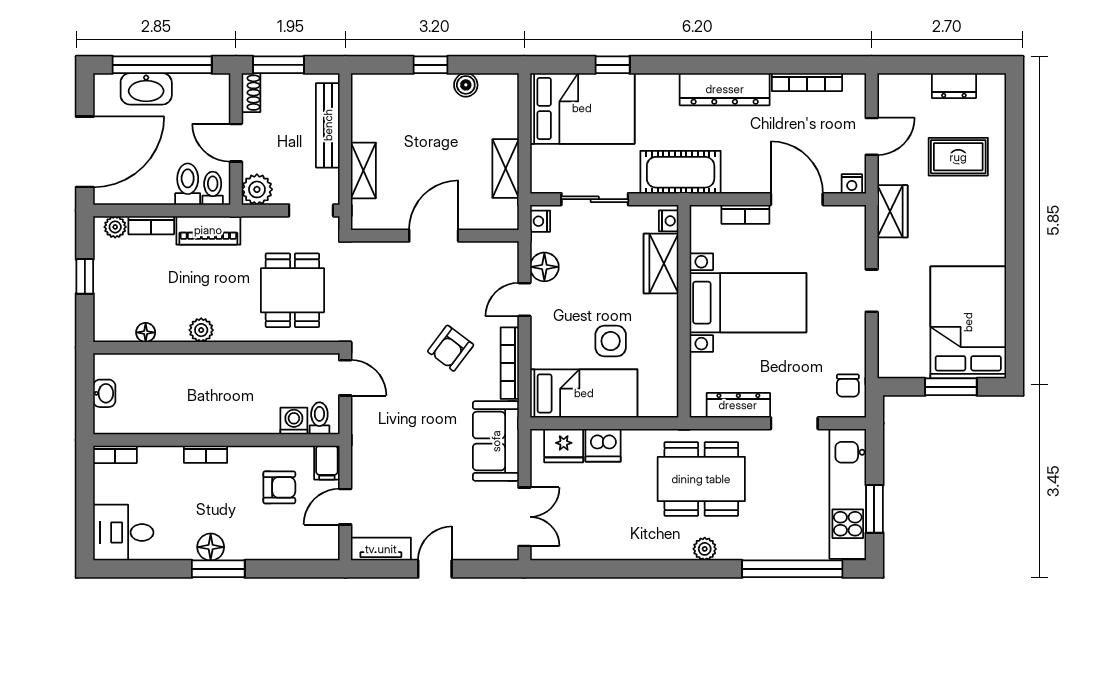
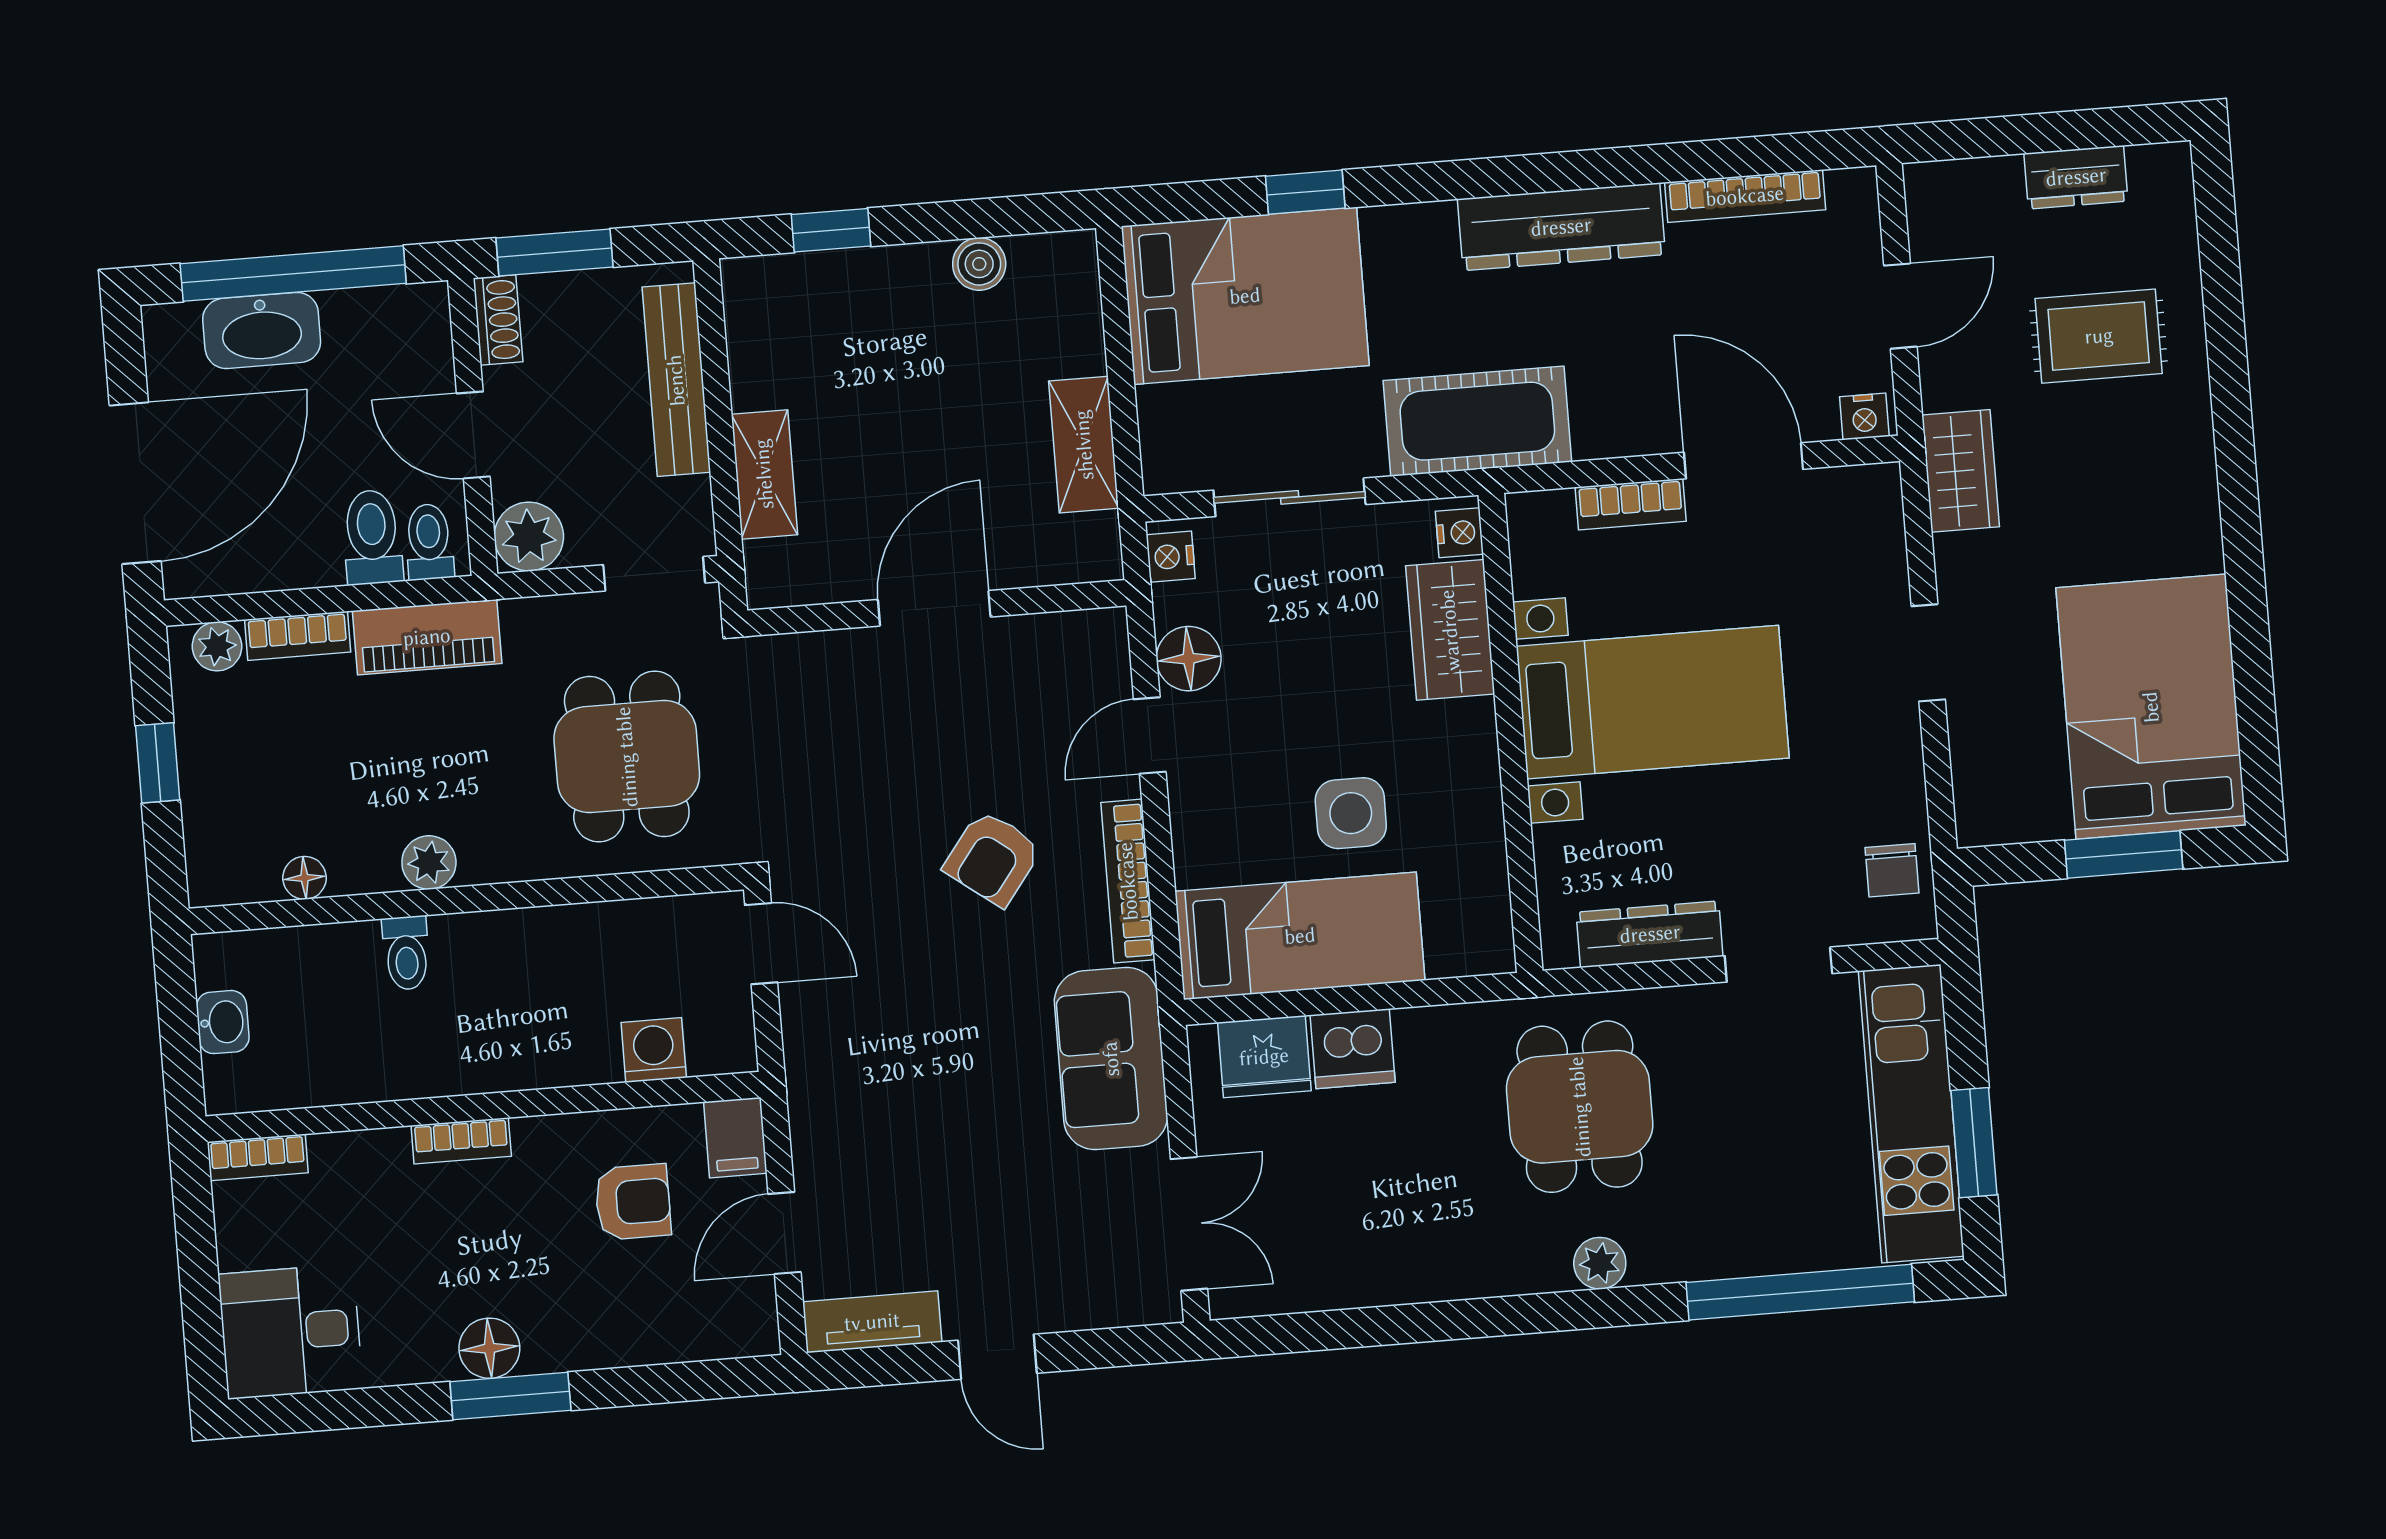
window: (431, 65) -> (831, 230), moved
toilet: (319, 418) -> (406, 953), moved, turned 180
dining table: (701, 479) -> (1580, 1107), width x0.73
door: (435, 569) -> (997, 1357), swing flipped

